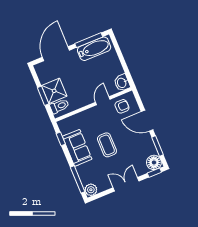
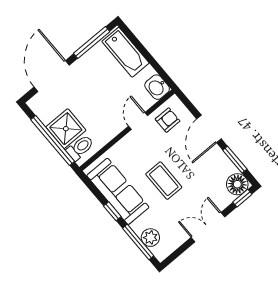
bathtub: (94, 49) -> (125, 52), moved, turned 90
window: (43, 96) -> (53, 141), width x2.11
door: (147, 121) -> (209, 129), hinge flipped
window: (61, 139) -> (112, 211), moved
sofa: (77, 148) -> (118, 191), width x1.36
plant: (91, 190) -> (150, 238), moved

